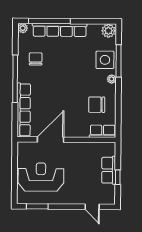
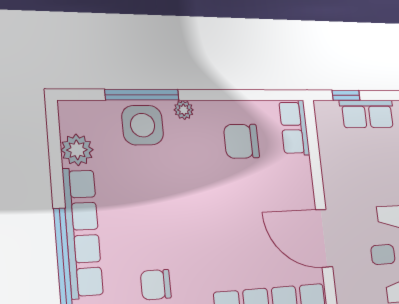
plant: (108, 31) -> (77, 150), moved
chair: (97, 105) -> (241, 141), turned 90
window: (118, 177) -> (346, 95), moved

